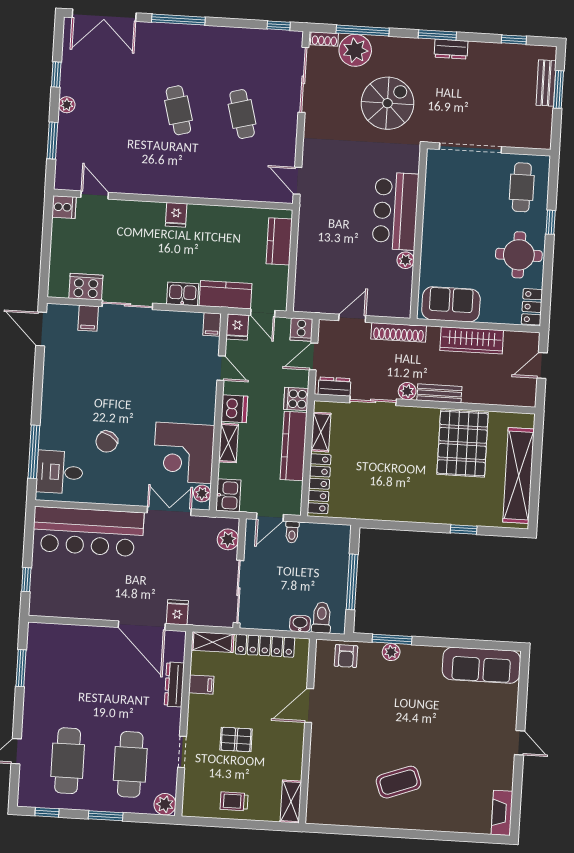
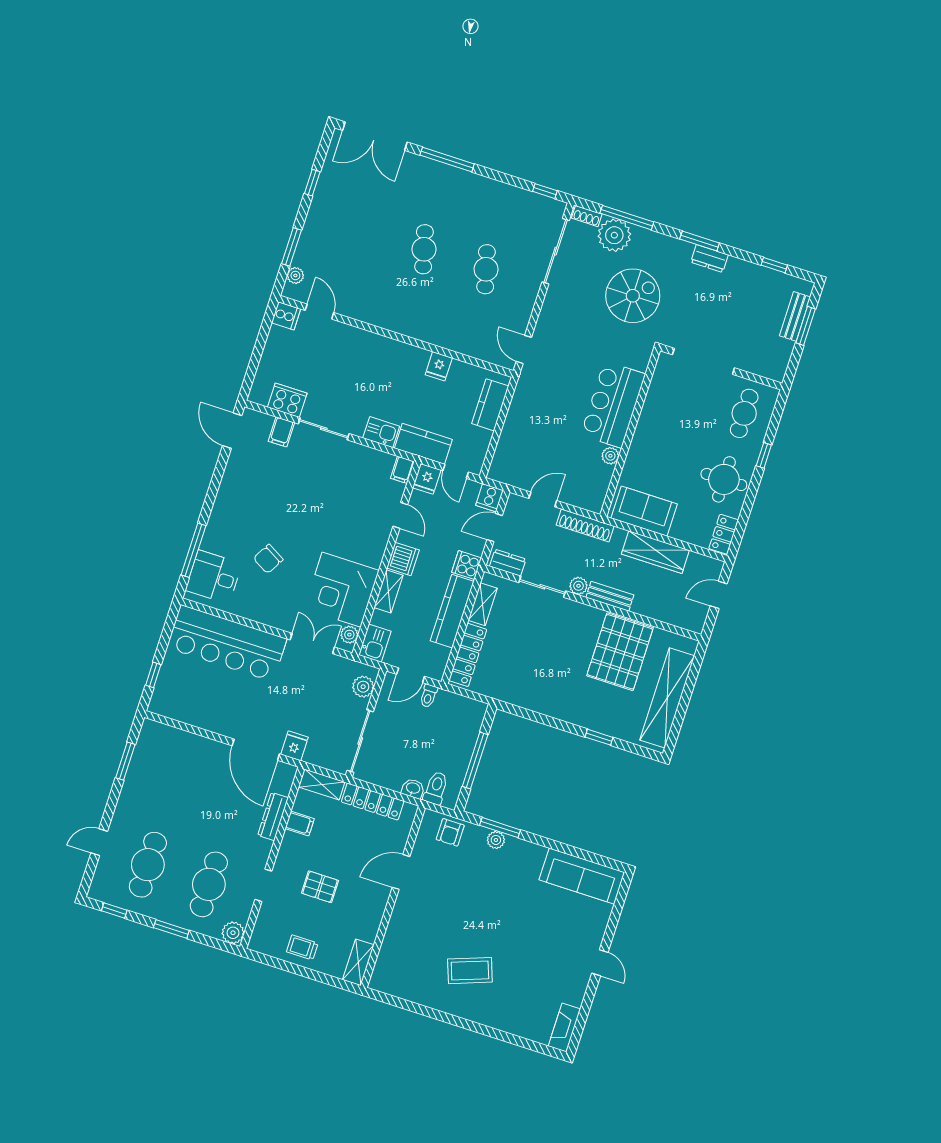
plant: (67, 105) -> (295, 275), moved
fridge: (176, 215) -> (439, 366), moved

